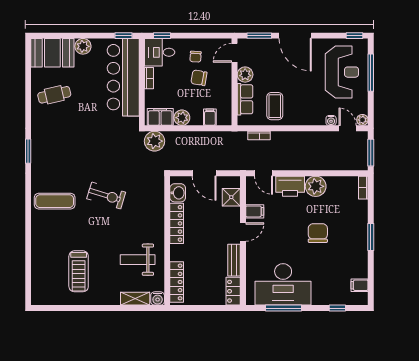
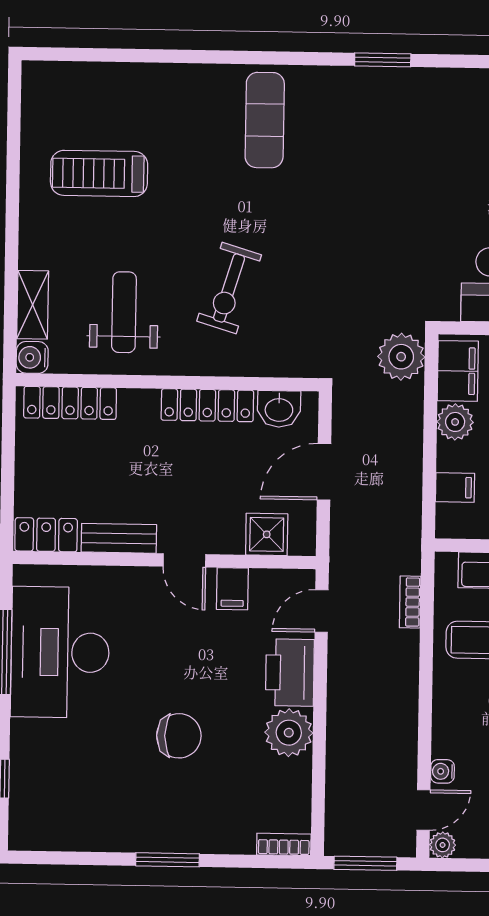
exercise bike: (106, 195) -> (229, 288), moved
filing cabinet: (360, 285) -> (55, 832), removed

